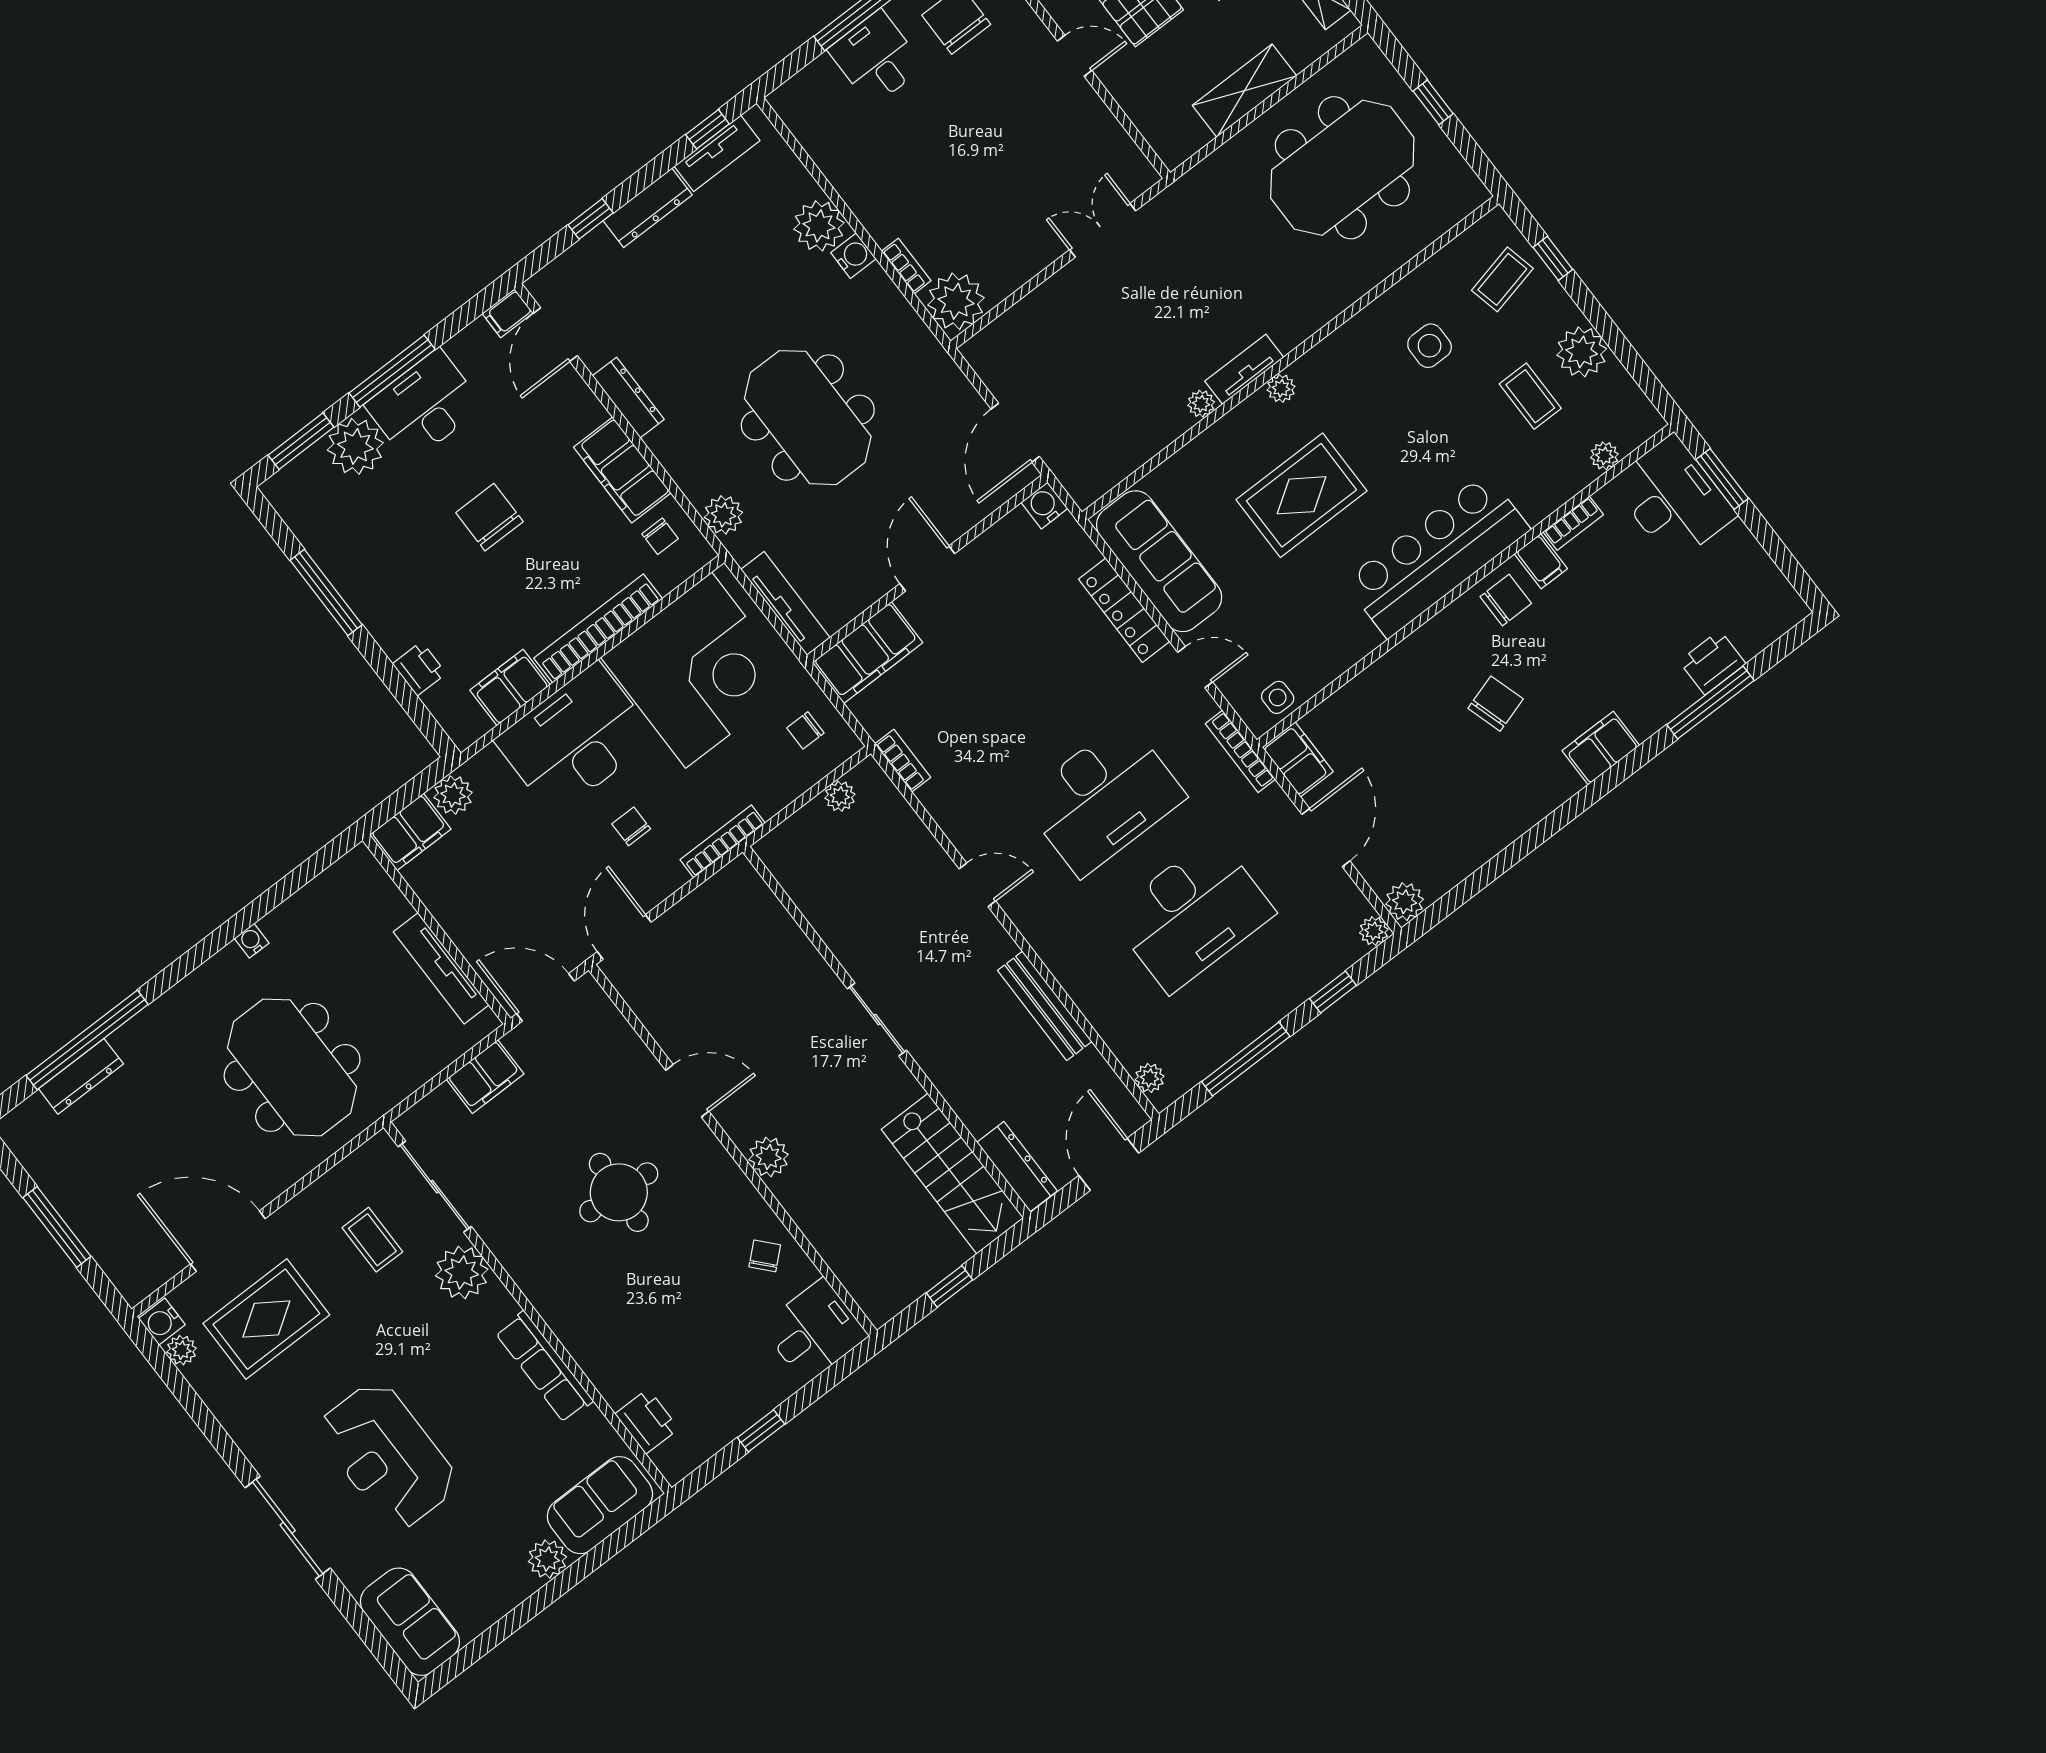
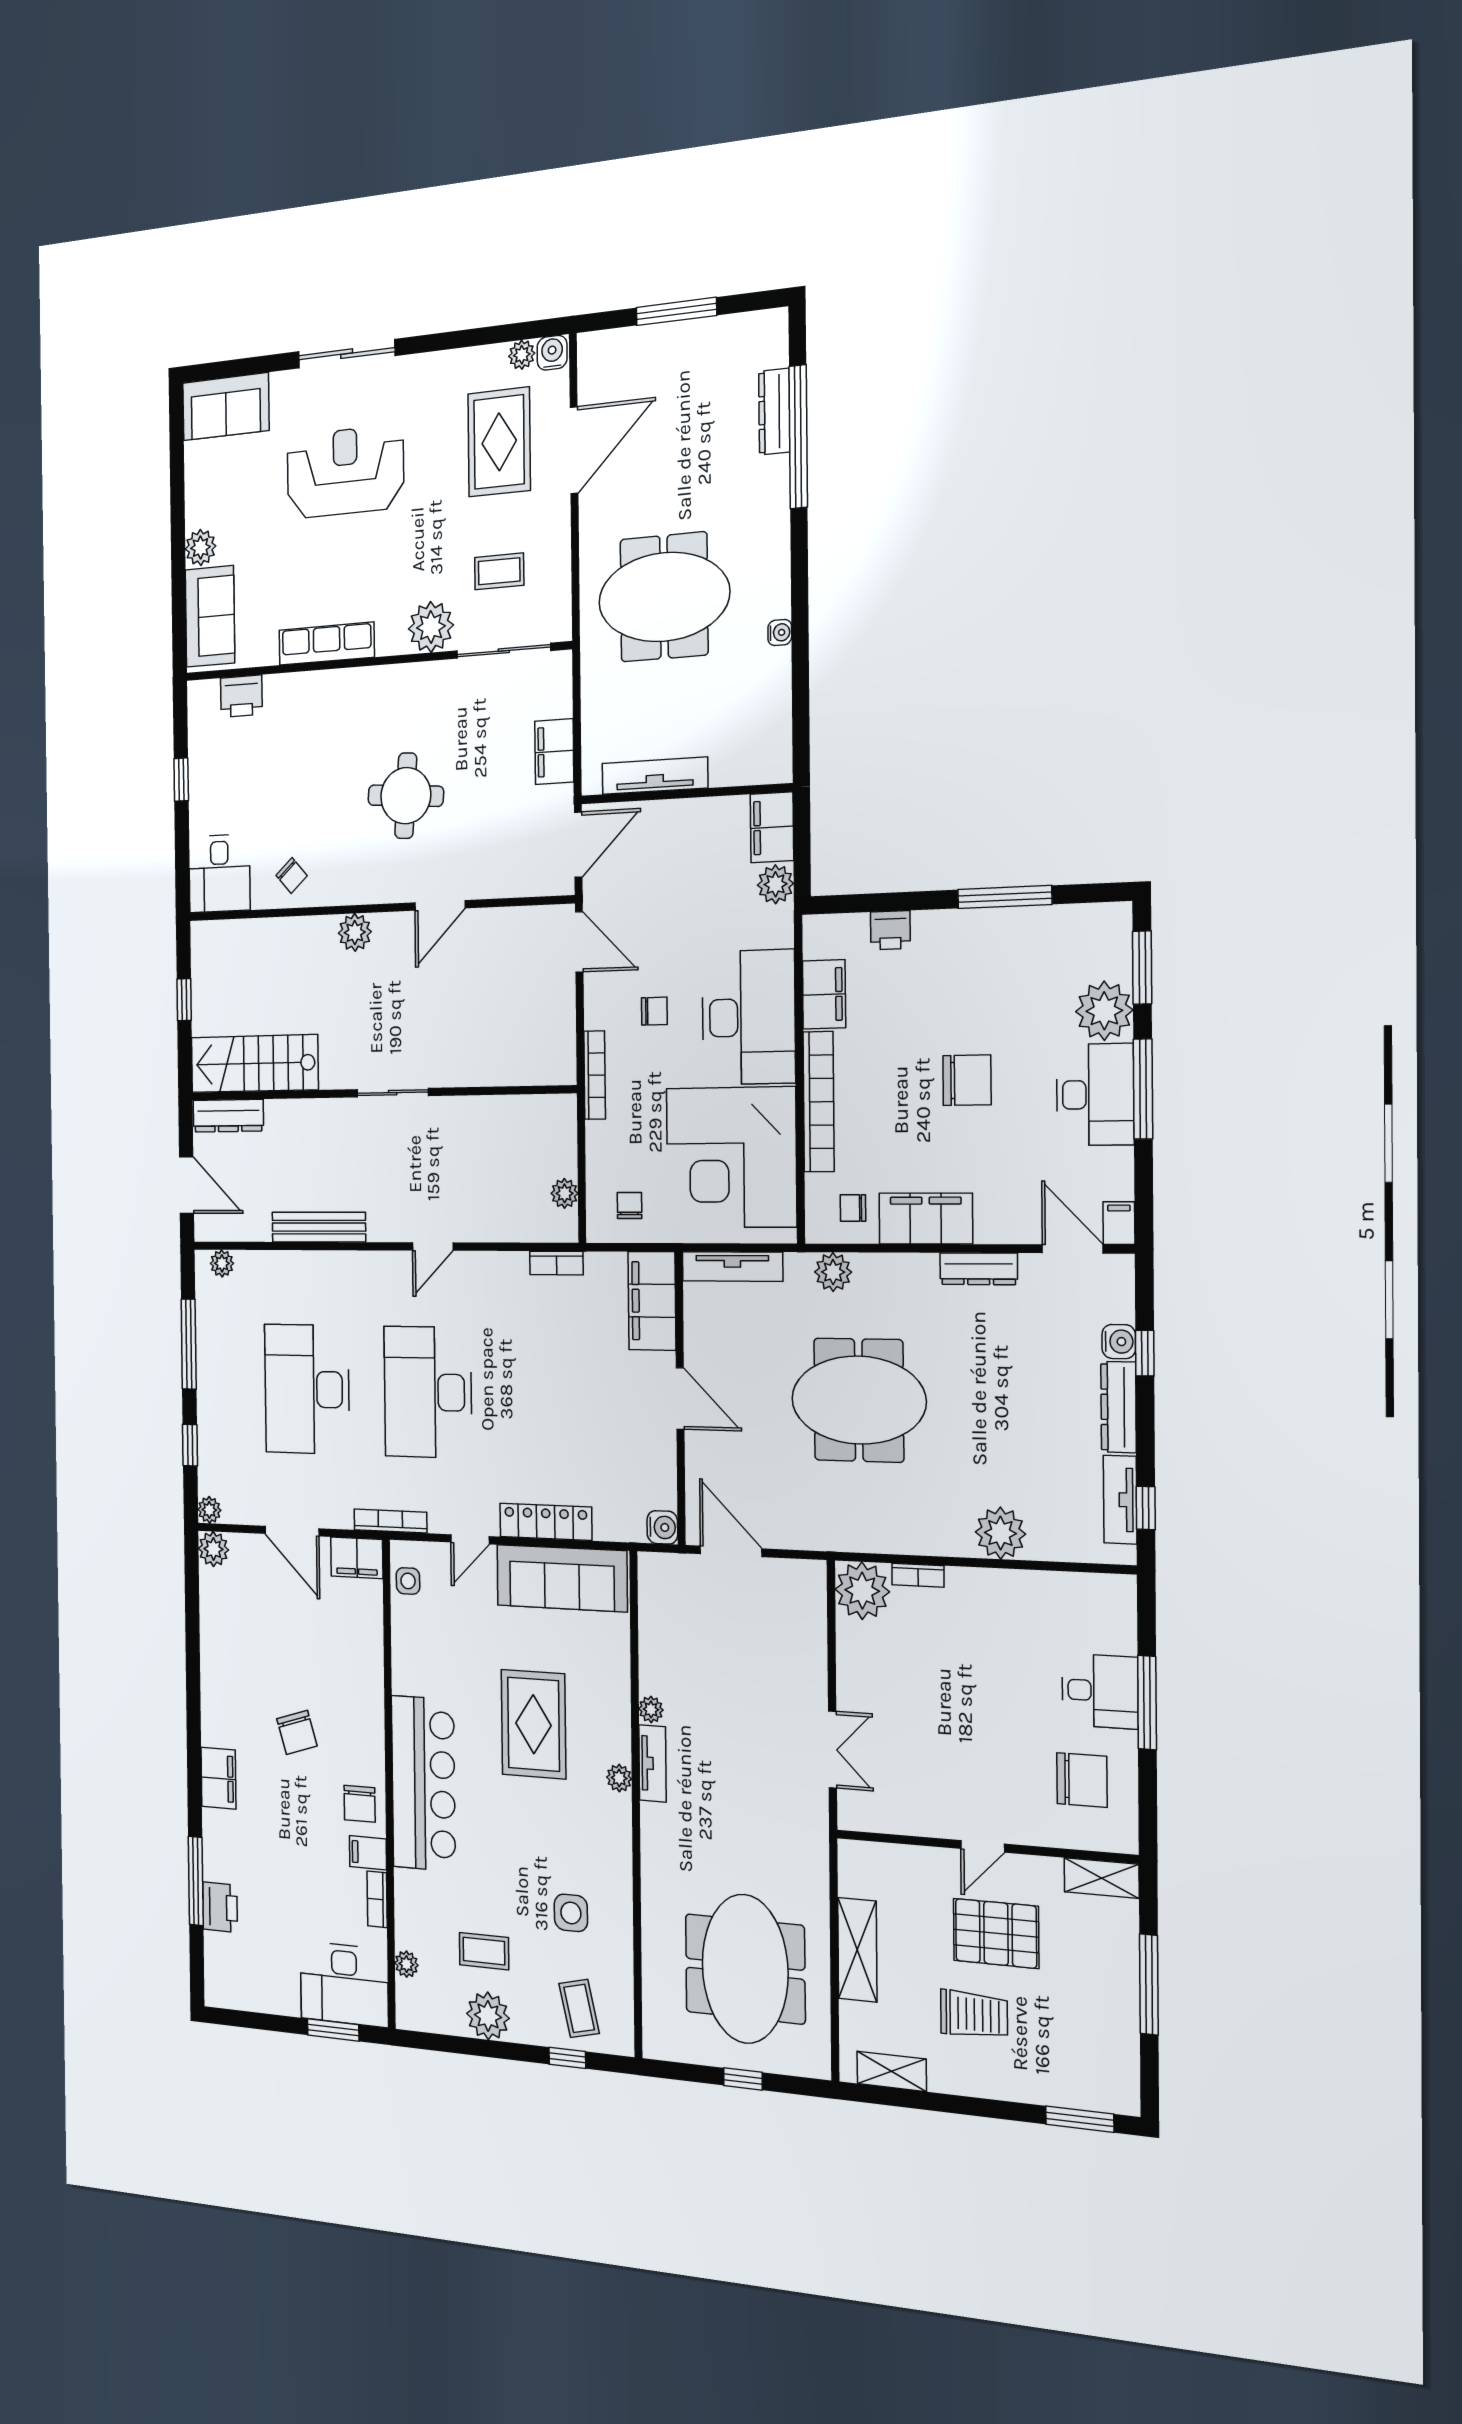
water cooler: (853, 256) -> (1119, 1342), moved, turned -90

